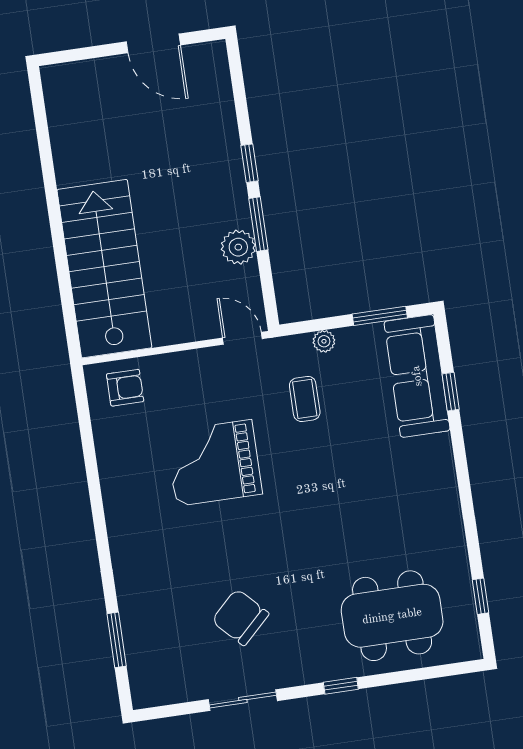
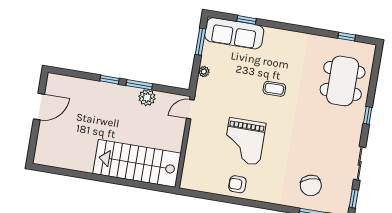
armchair: (125, 388) -> (237, 184), moved, turned -90
coffee table: (305, 399) -> (274, 89), moved
chair: (240, 617) -> (311, 185), moved, turned -64
window: (171, 711) -> (354, 199), added

